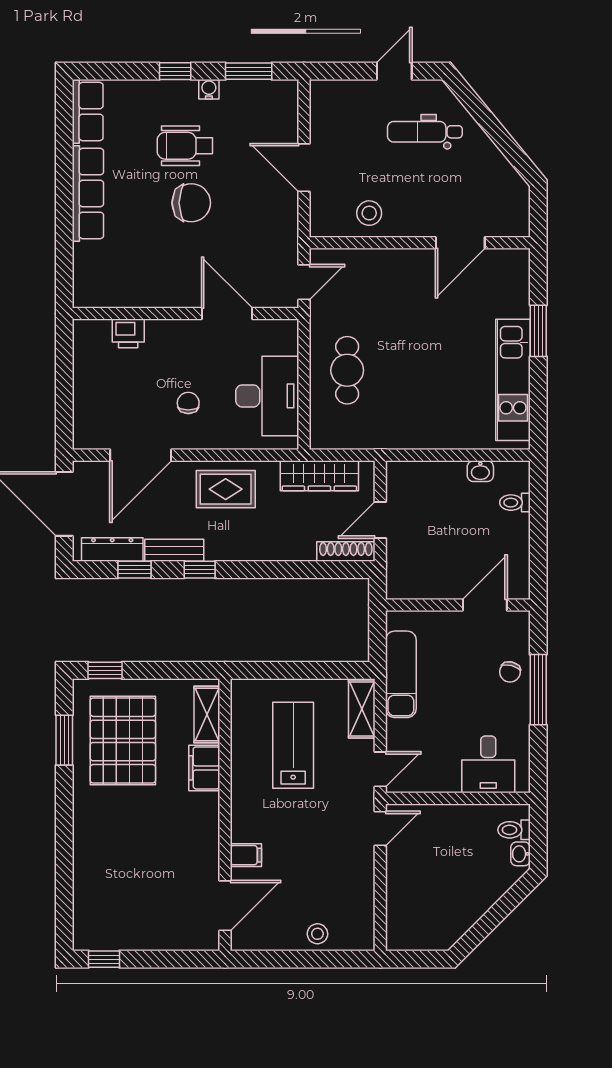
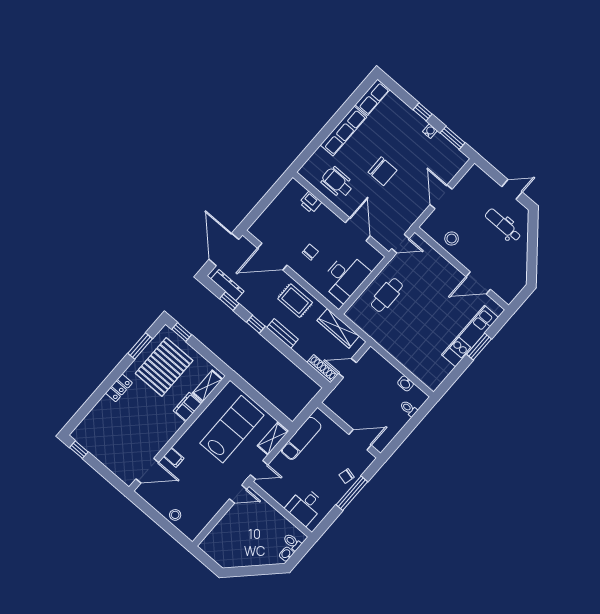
wheelchair: (185, 146) -> (337, 182), moved
kitchen unit: (513, 380) -> (470, 336), moved
bench: (174, 550) -> (282, 333), moved
lab bench: (293, 745) -> (232, 429), width x1.36, depth x1.39
locker: (85, 824) -> (119, 388), added

